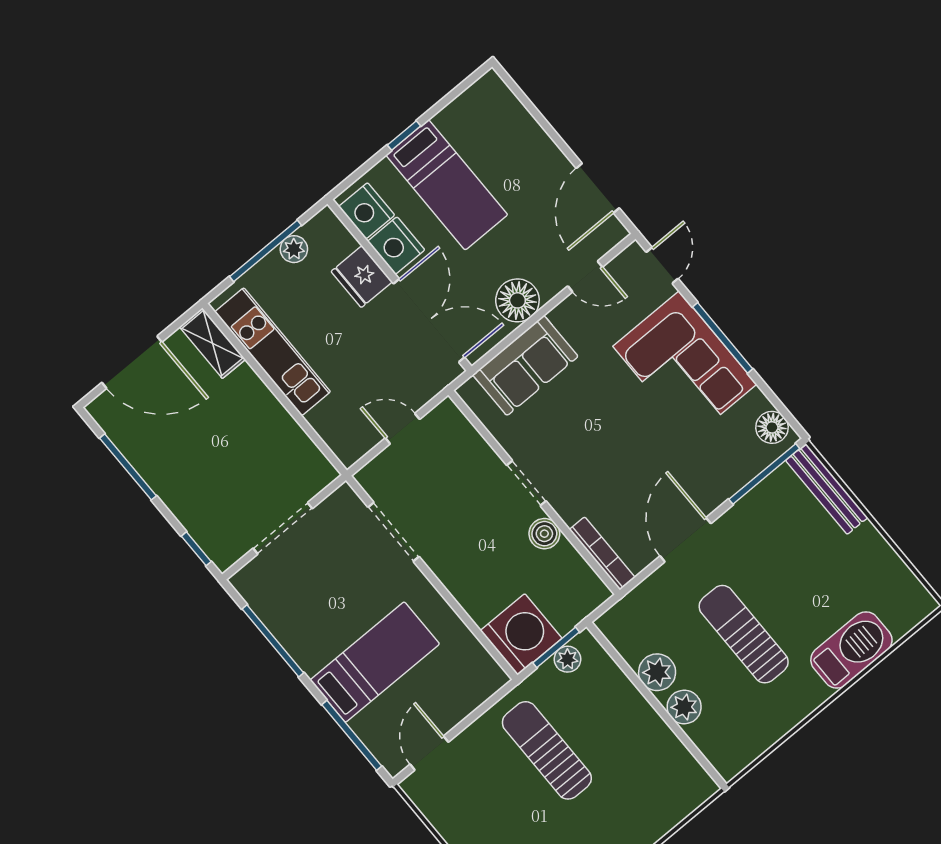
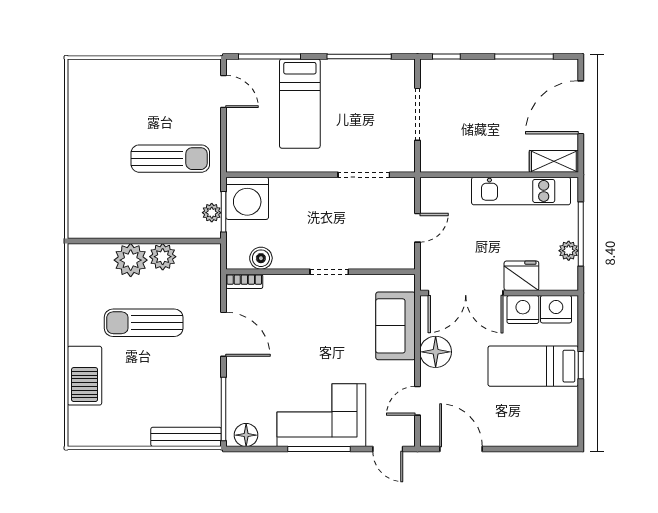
boiler: (544, 534) -> (261, 258), moved
bookcase: (602, 553) -> (244, 281), width x0.64
sun lounger: (744, 634) -> (144, 323), turned 180
plant: (684, 707) -> (131, 260), width x1.36, depth x1.36

